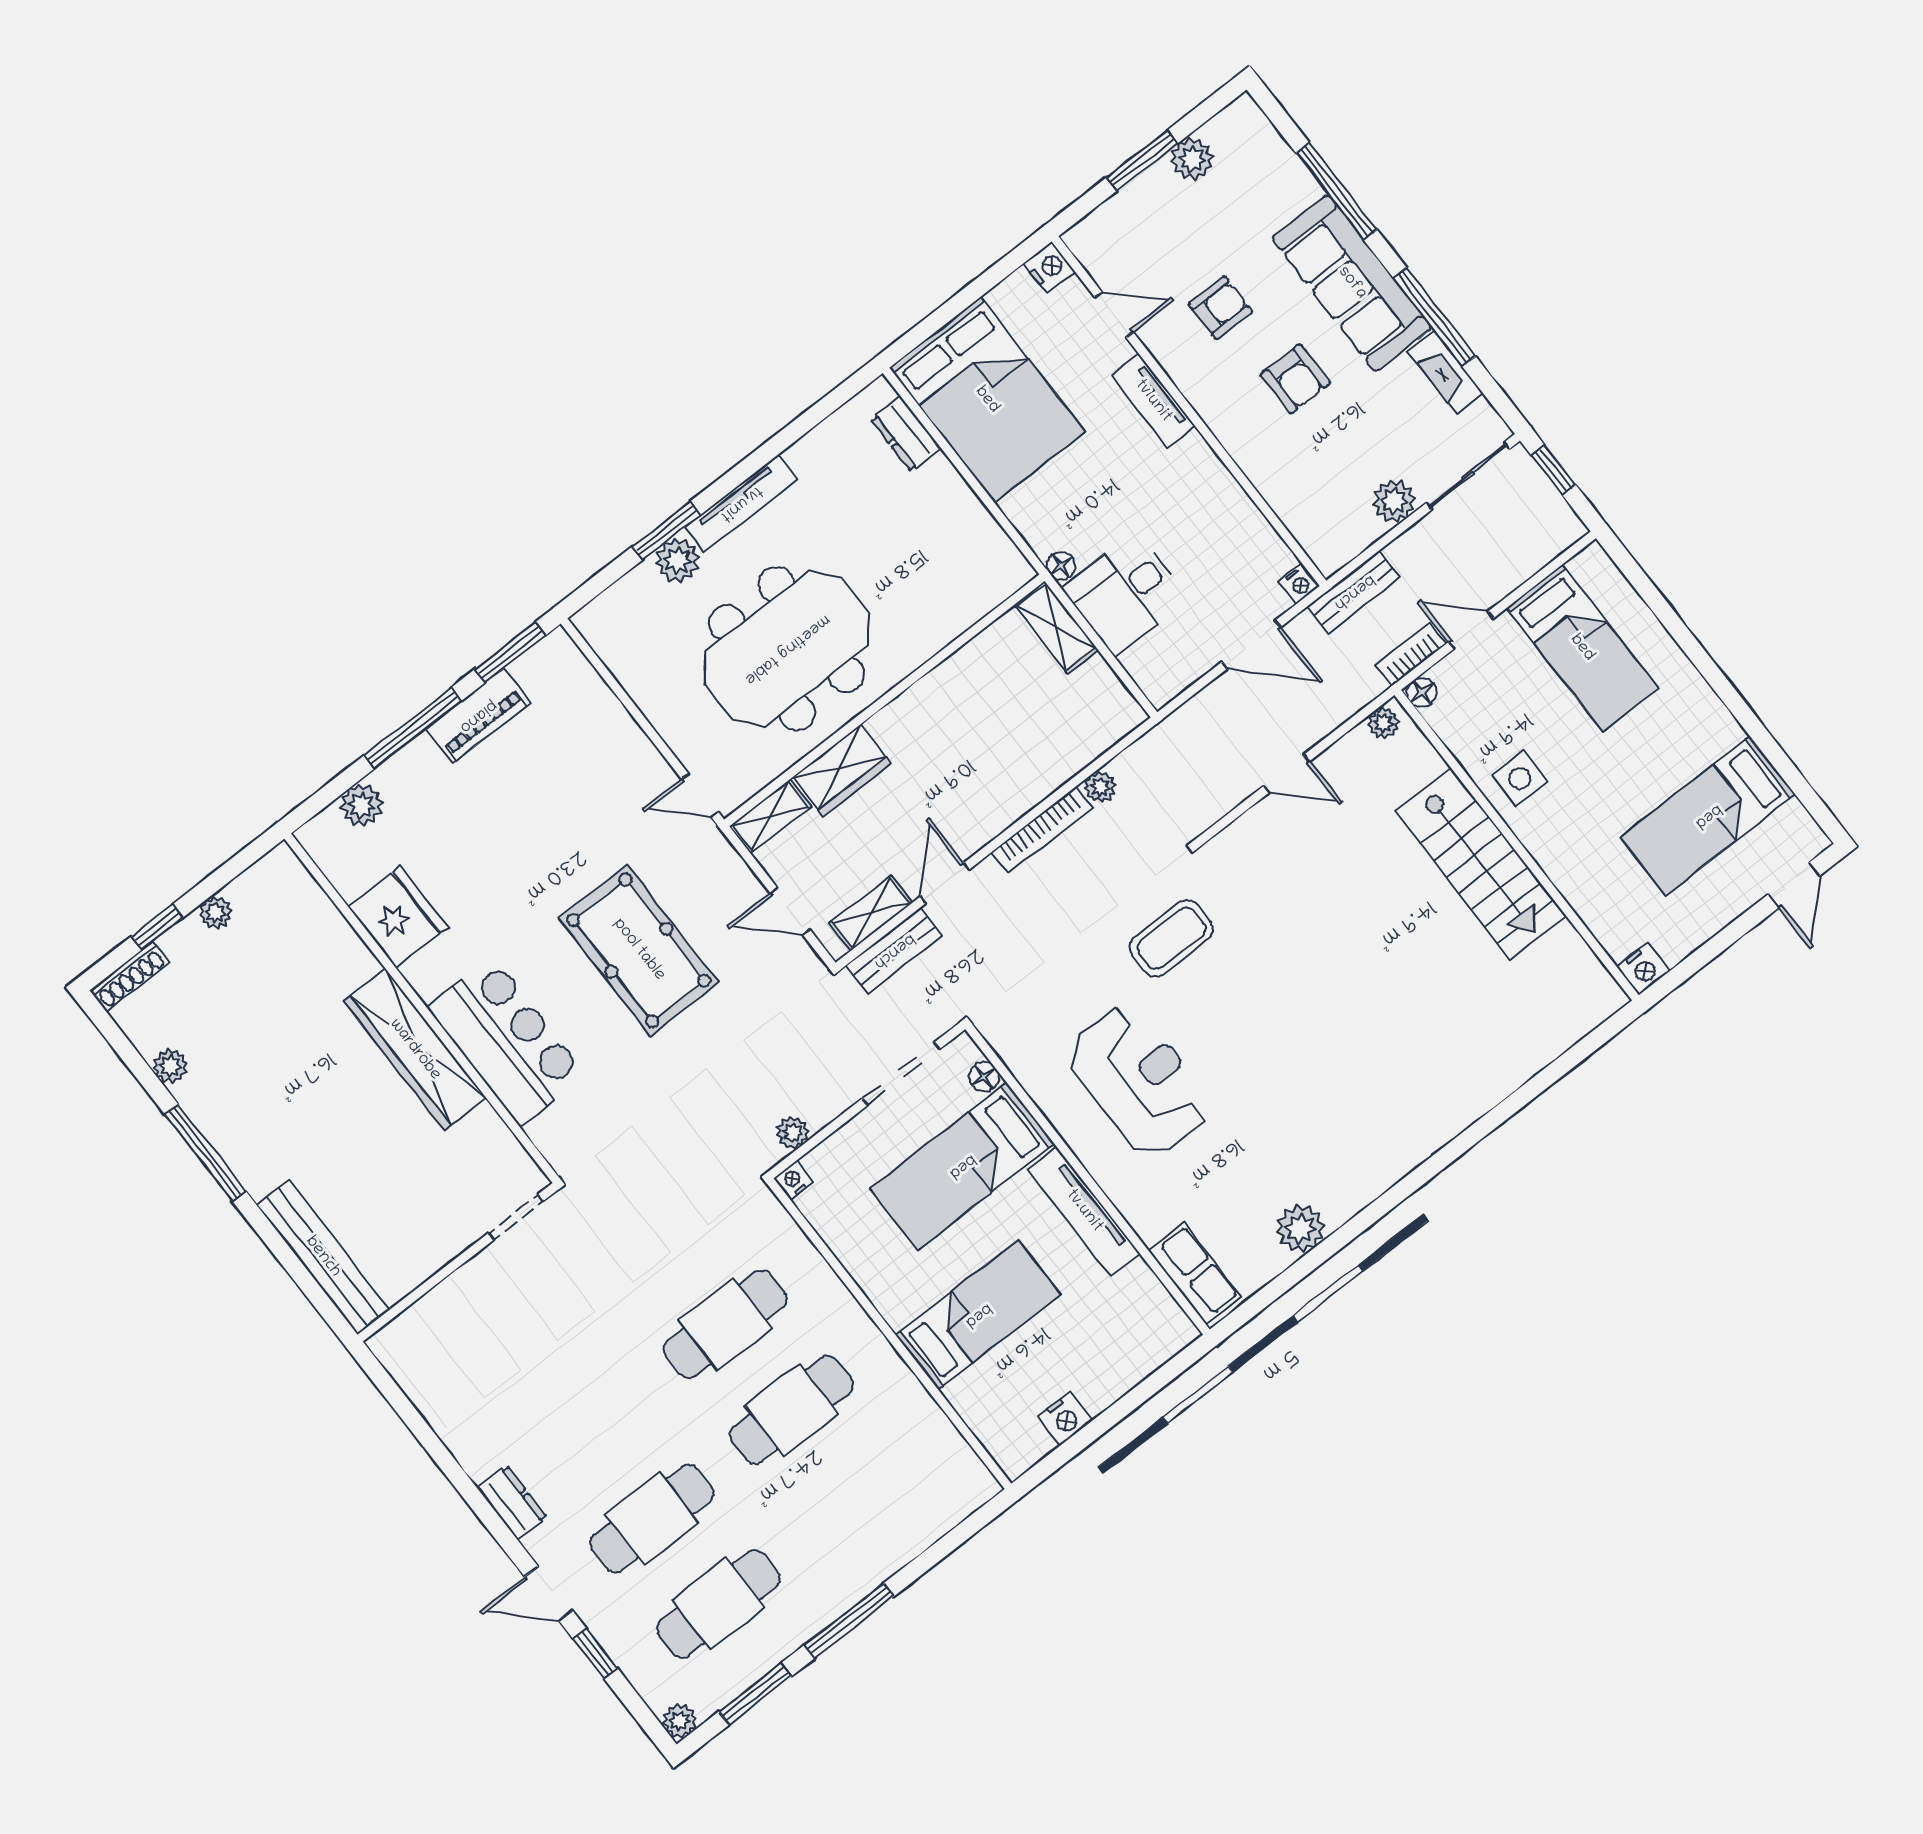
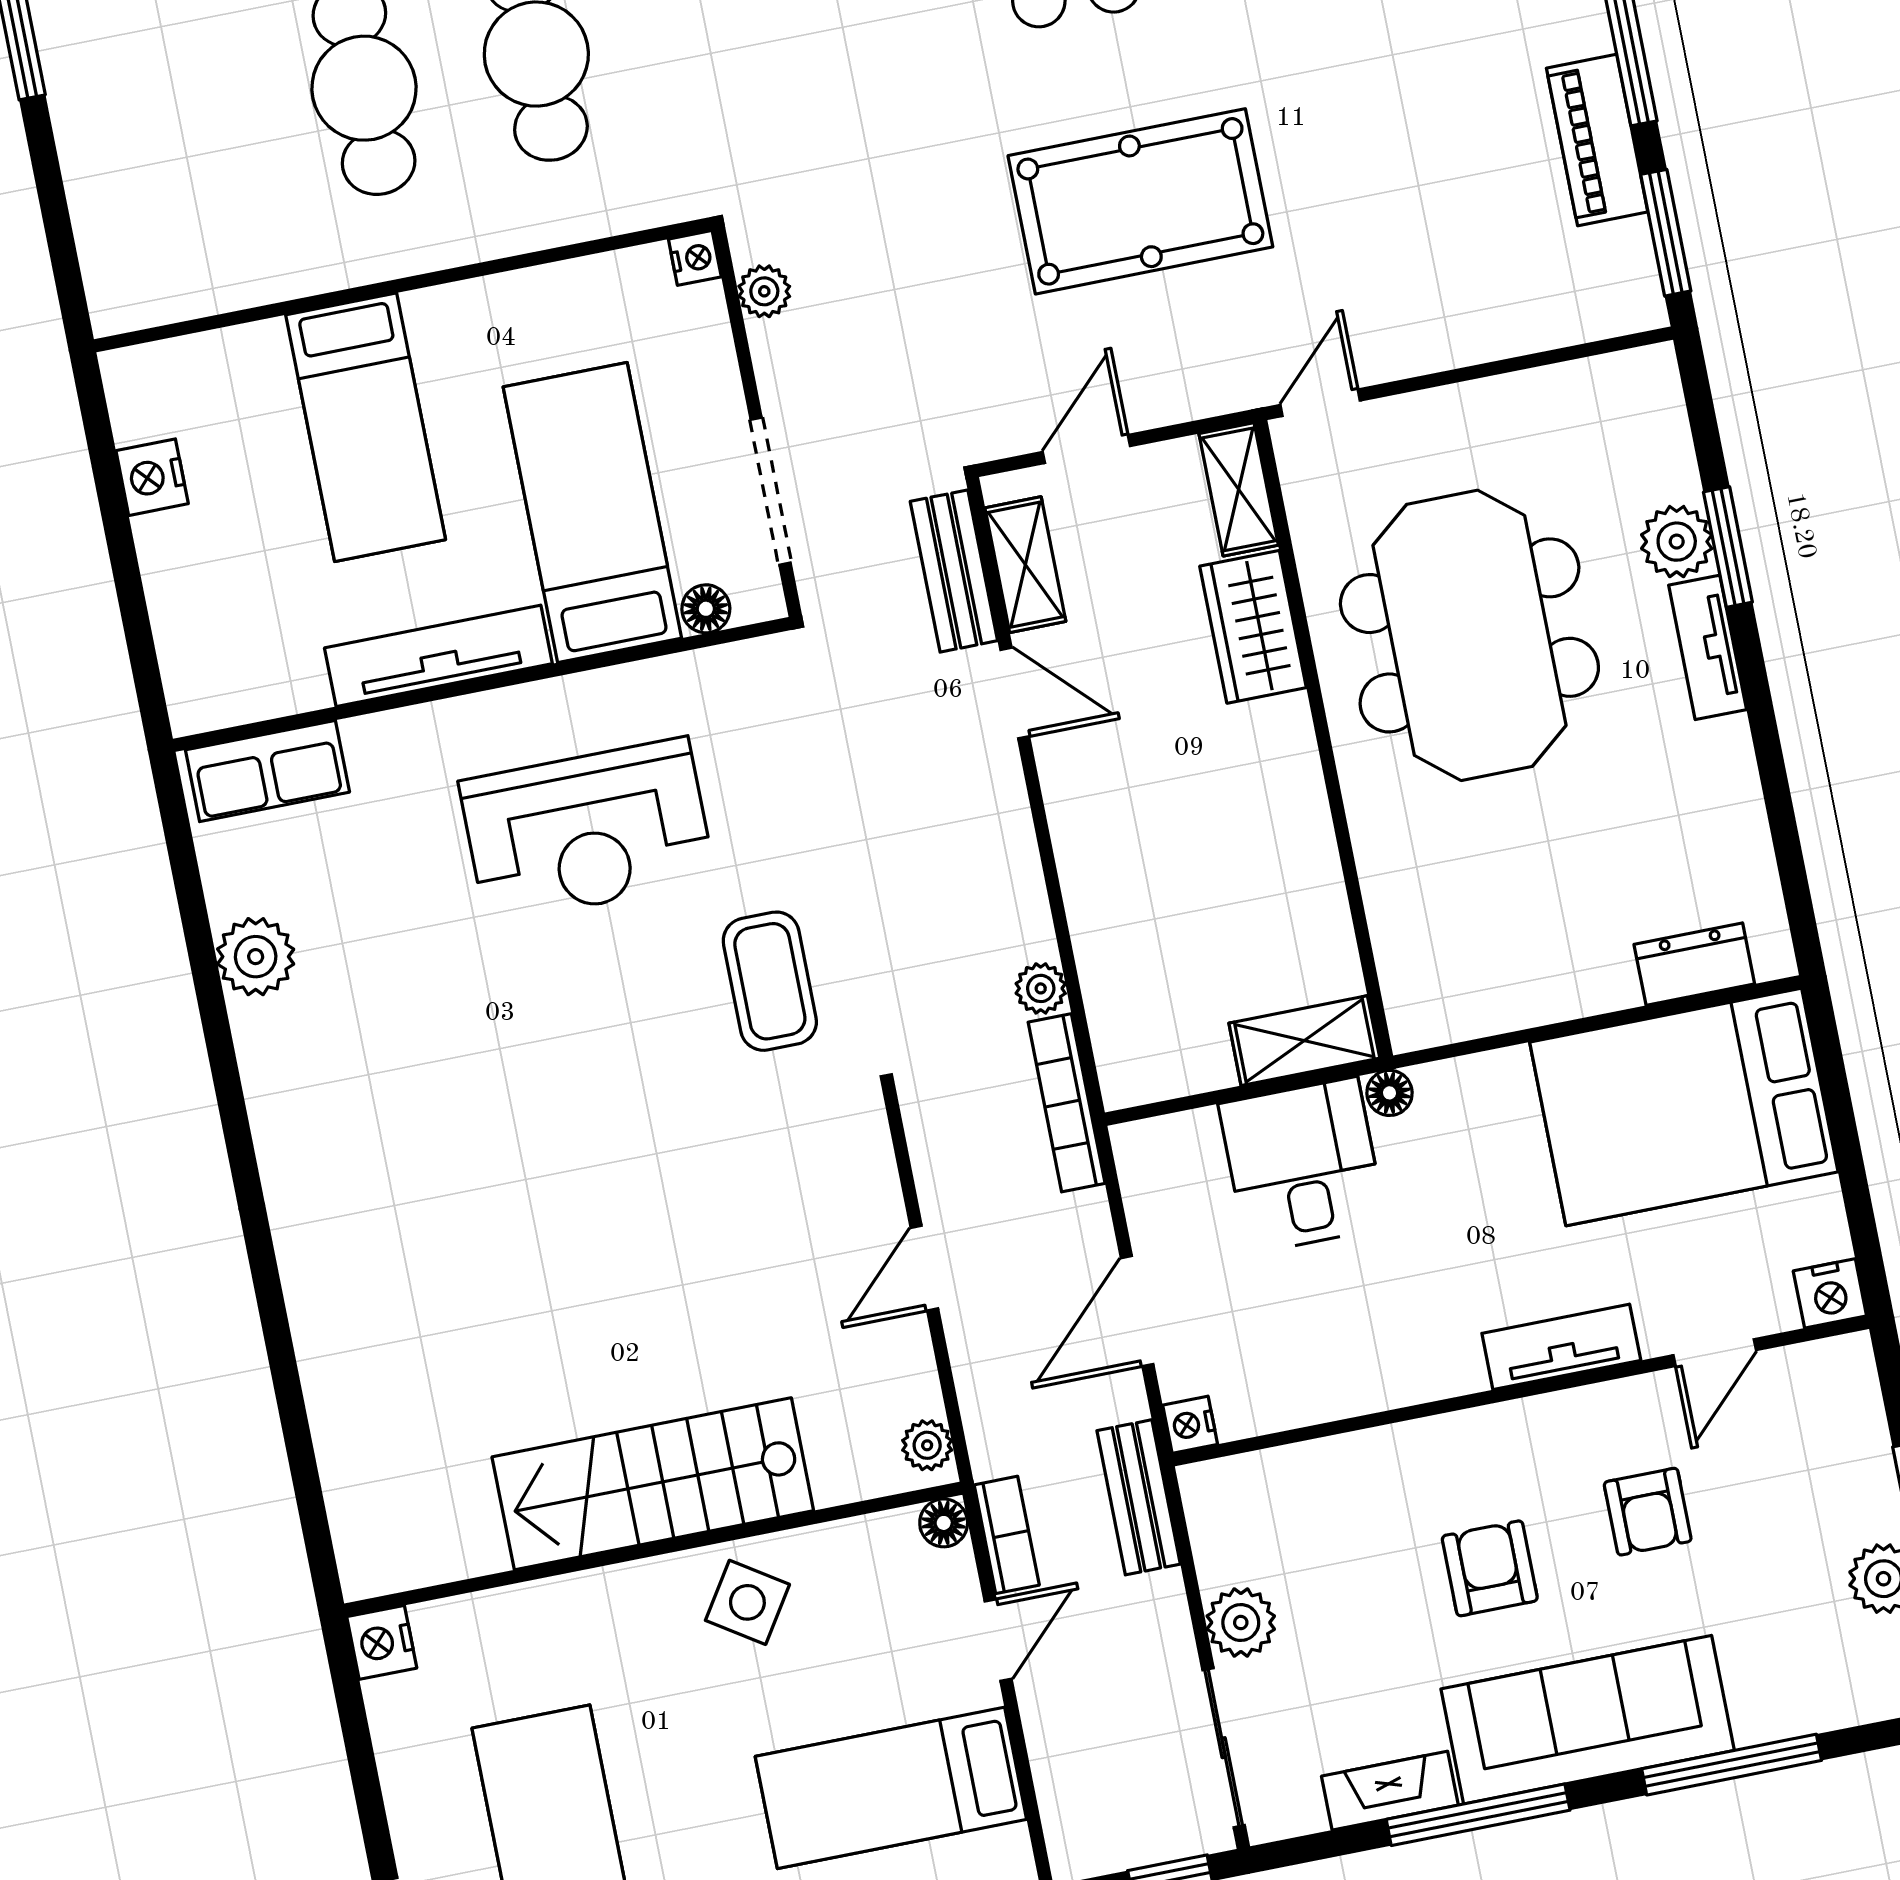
armchair: (1295, 379) -> (1490, 1568), turned 90
tv unit: (741, 503) -> (1708, 647), width x0.71
side table: (1520, 779) -> (747, 1602), turned 33
bookcase: (1042, 830) -> (1067, 1103), moved

